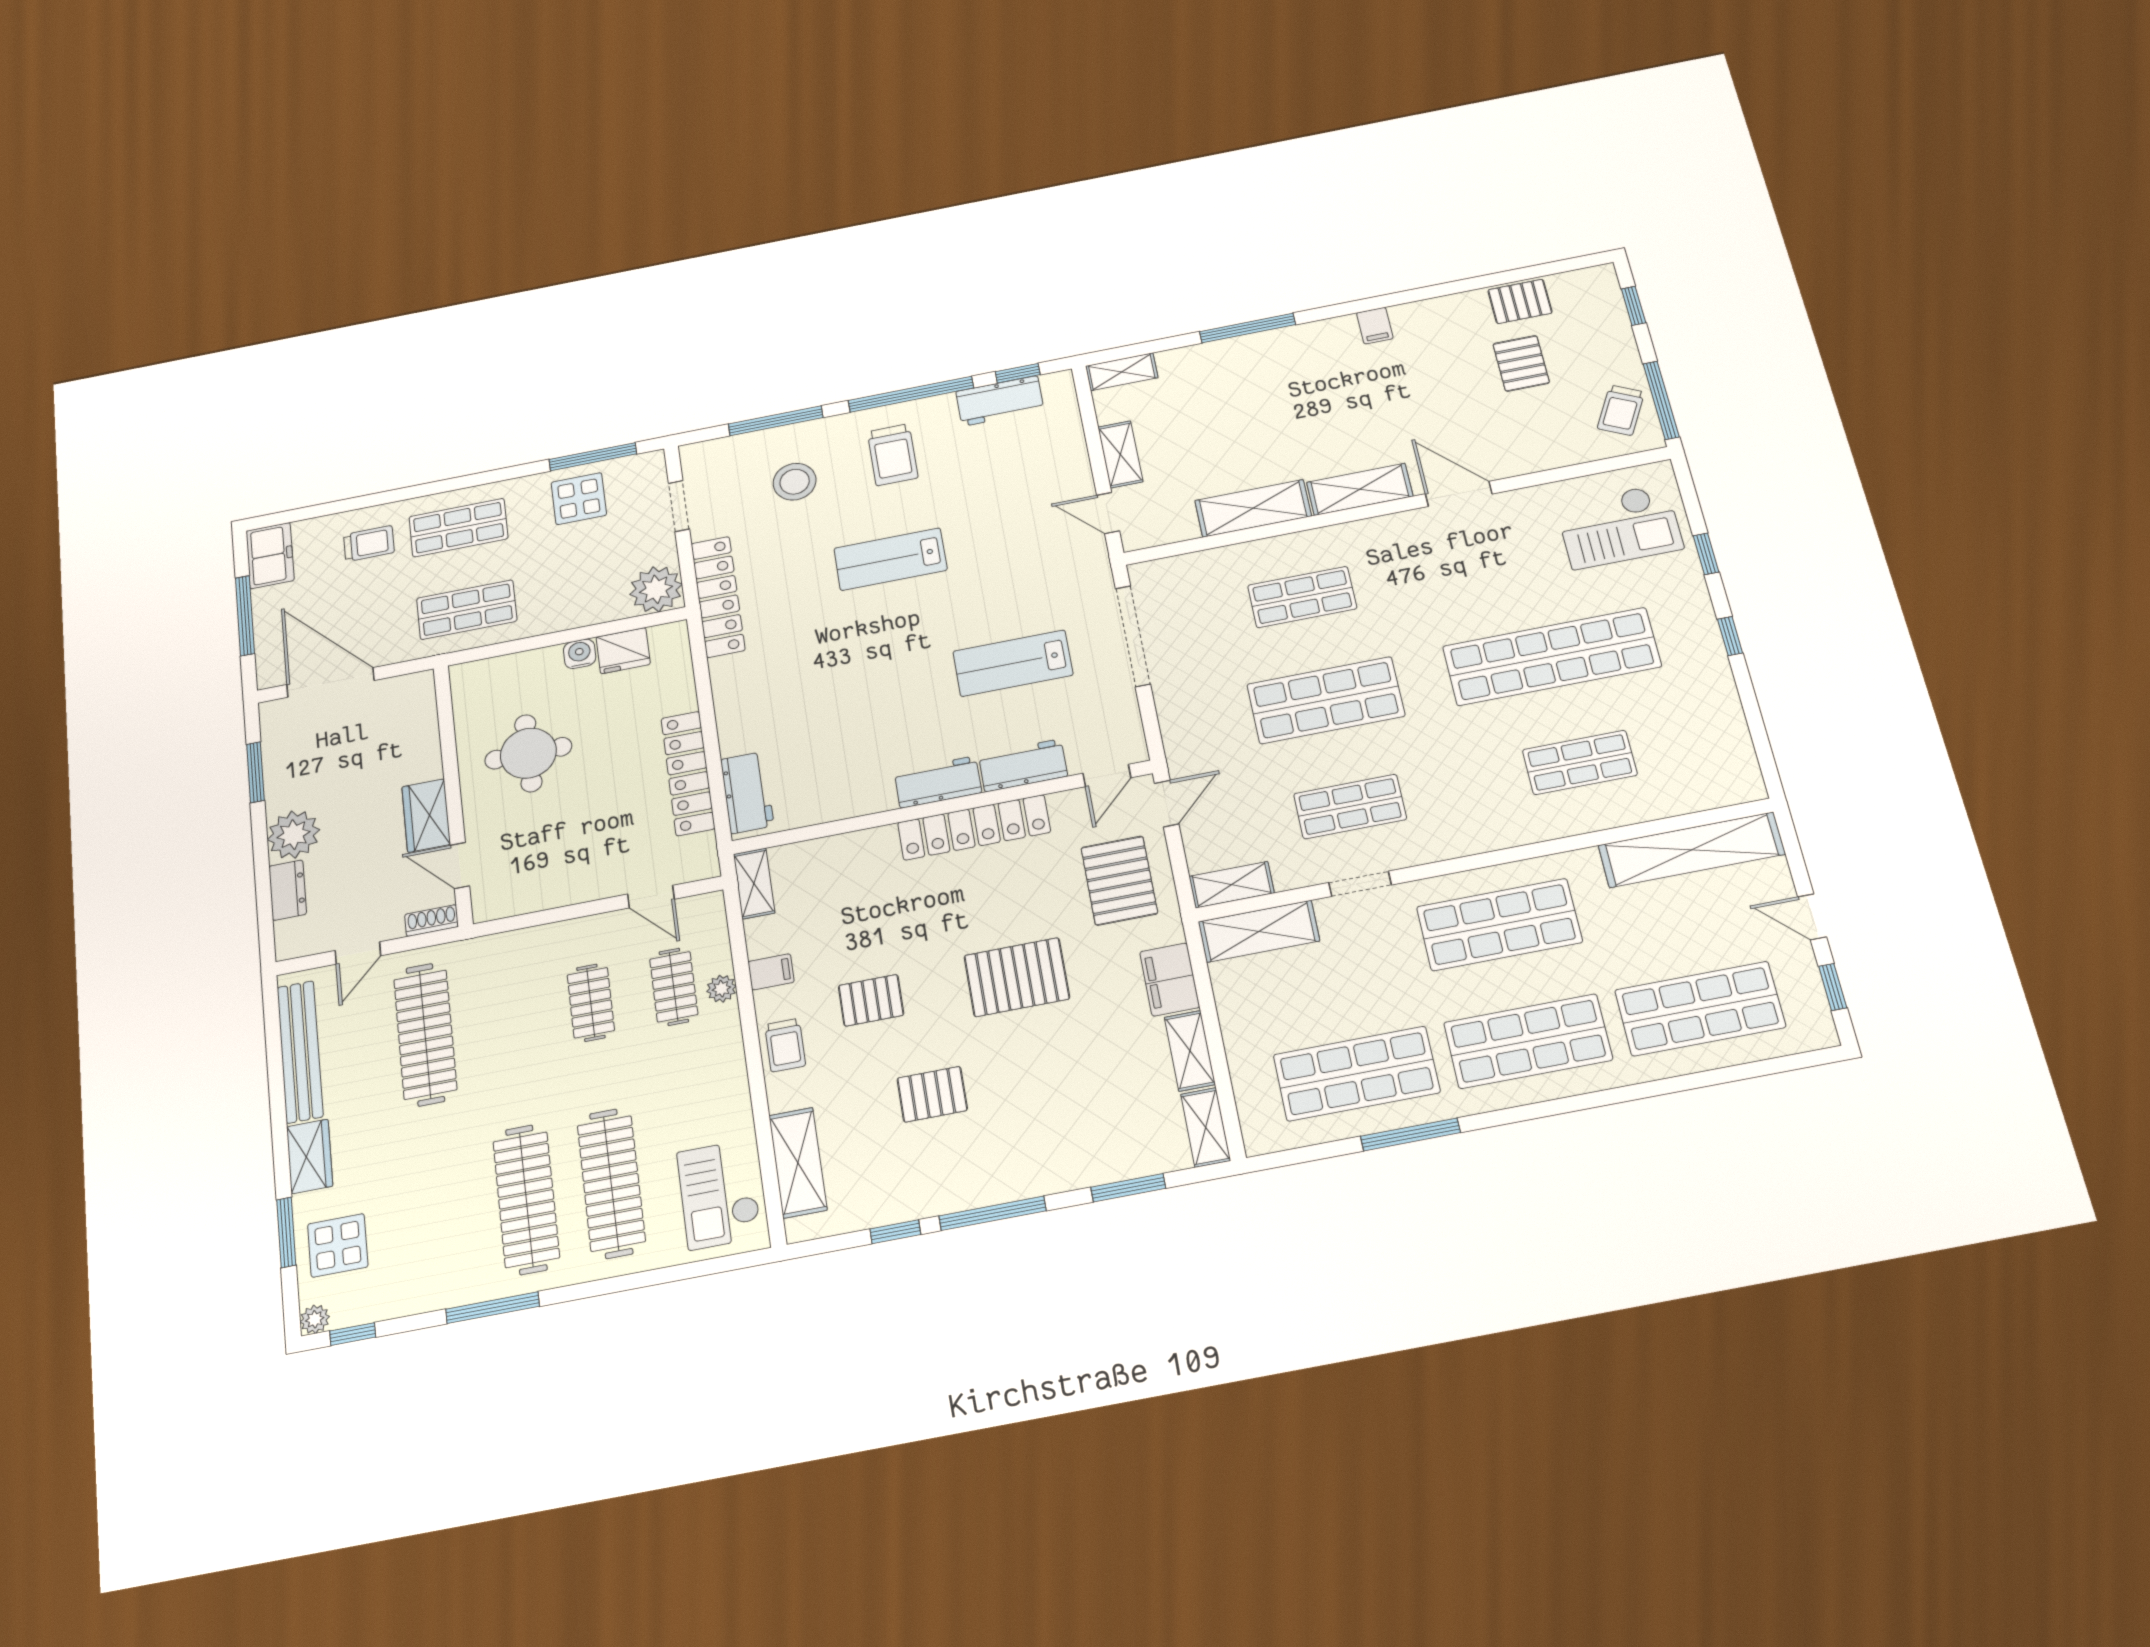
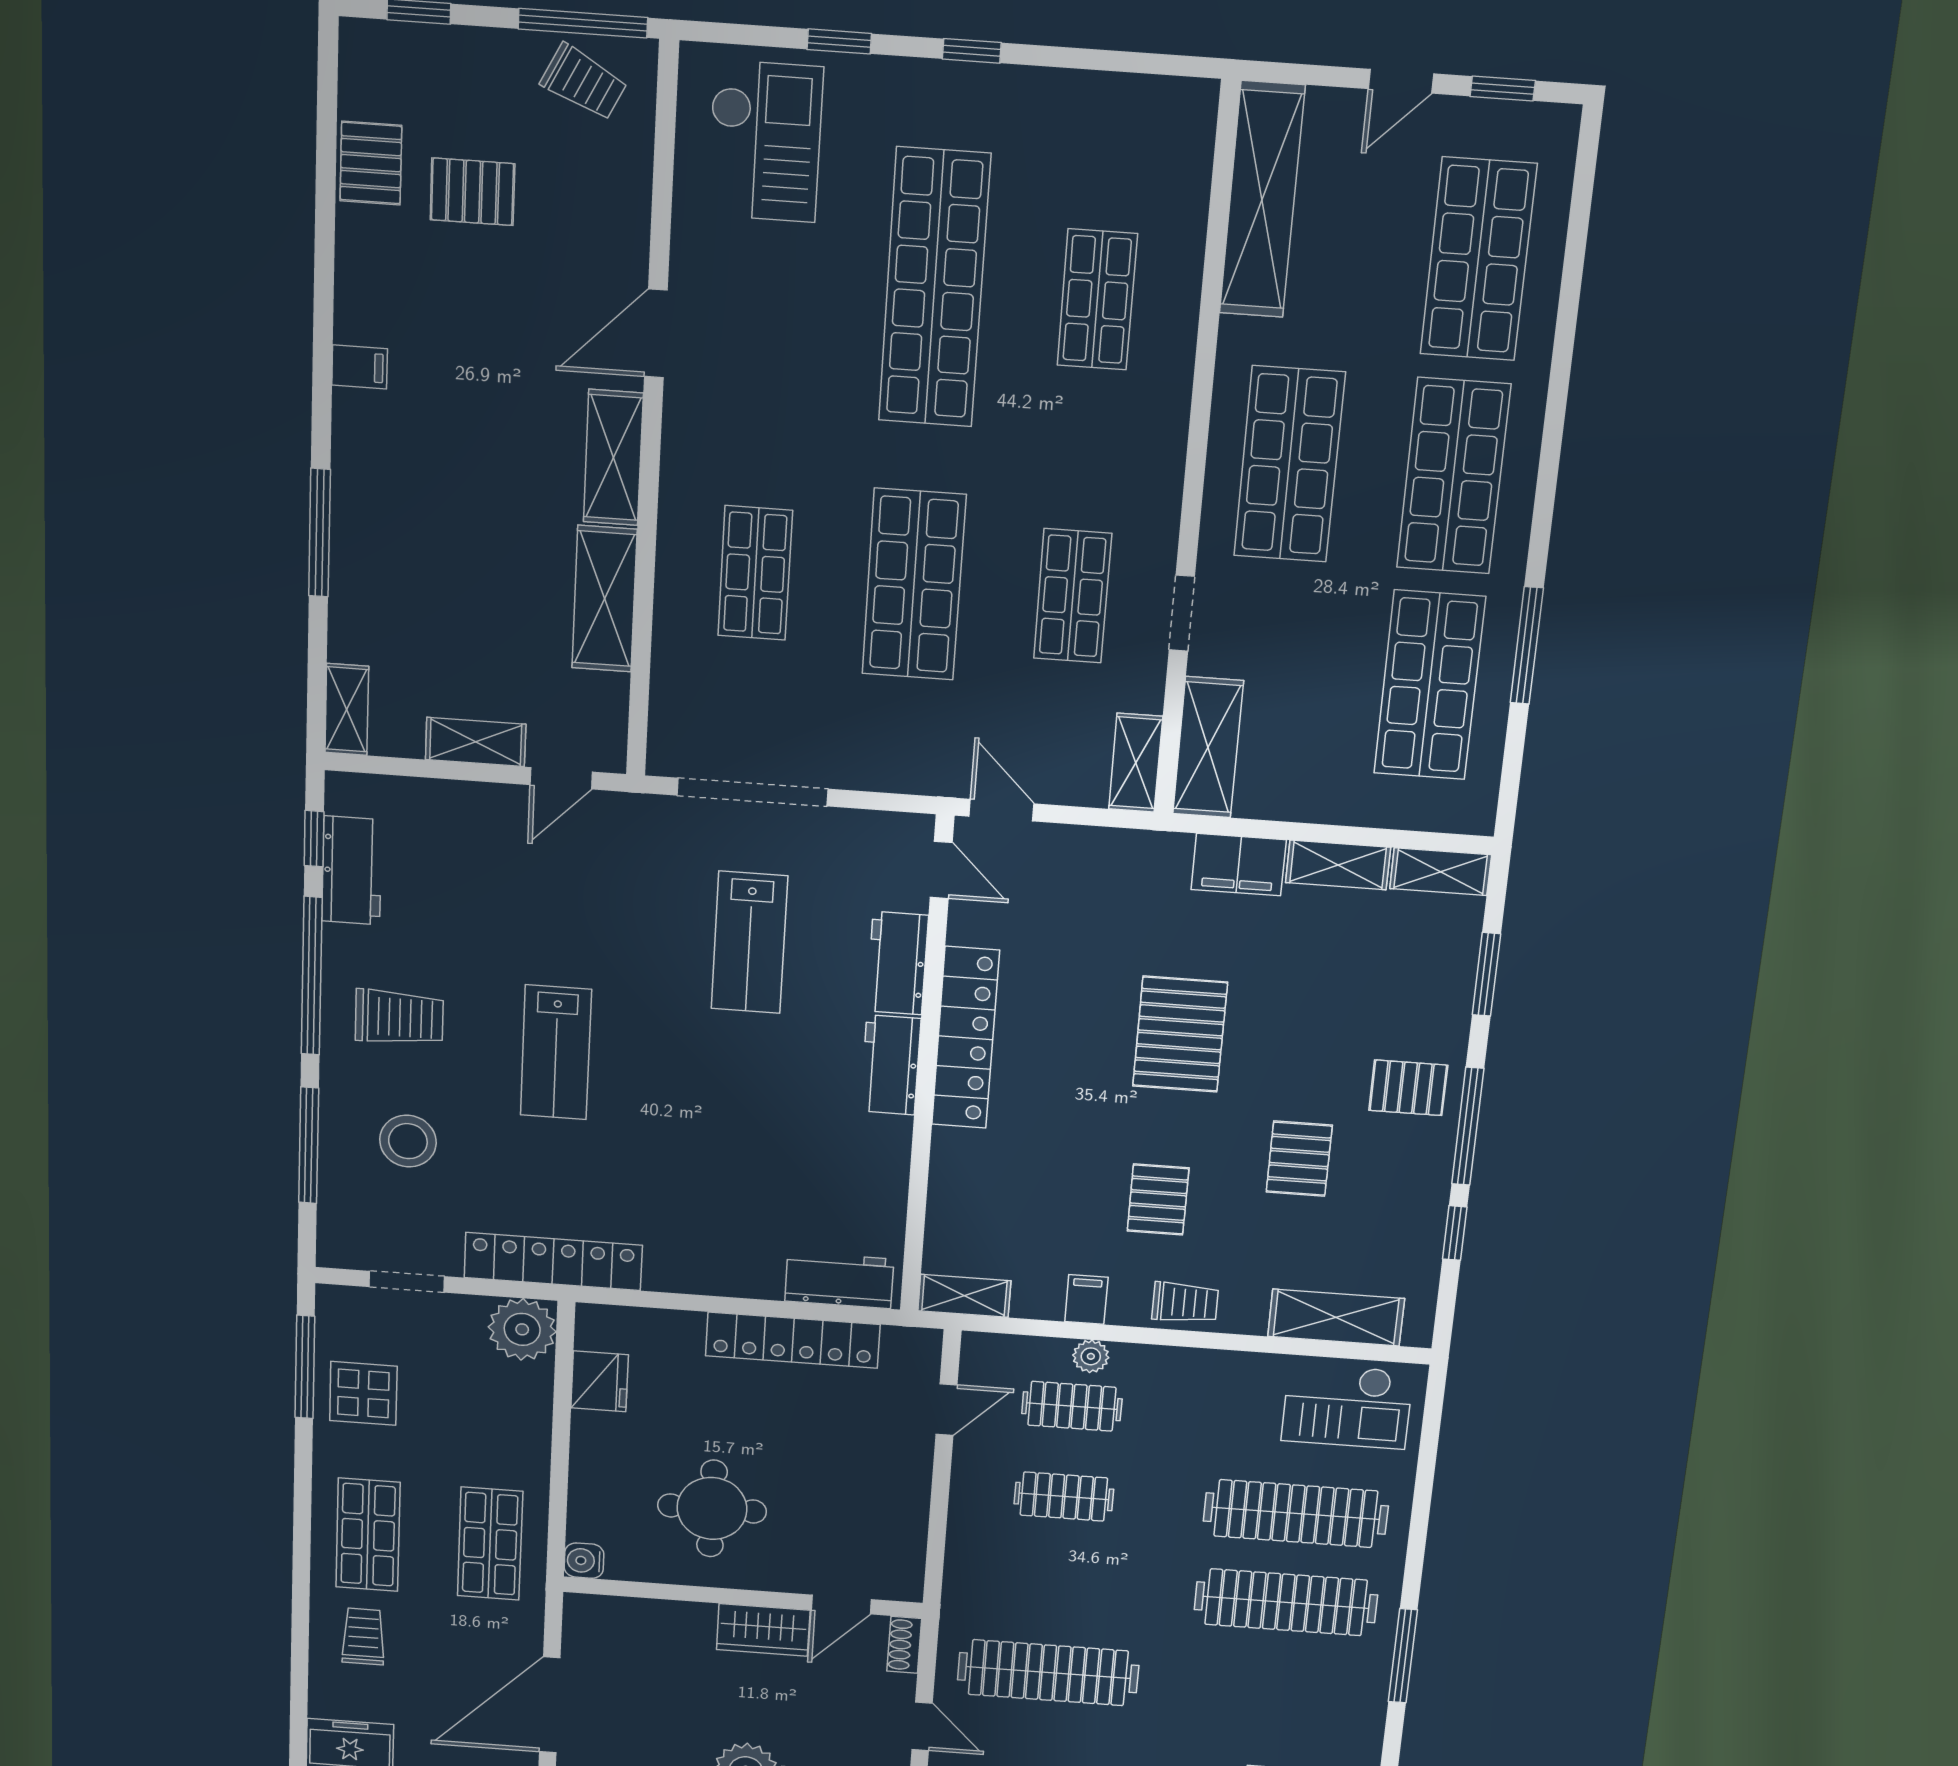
water cooler: (580, 654) -> (584, 1561), moved
pallet: (1119, 881) -> (1408, 1088), moved, width x0.67, depth x0.71

